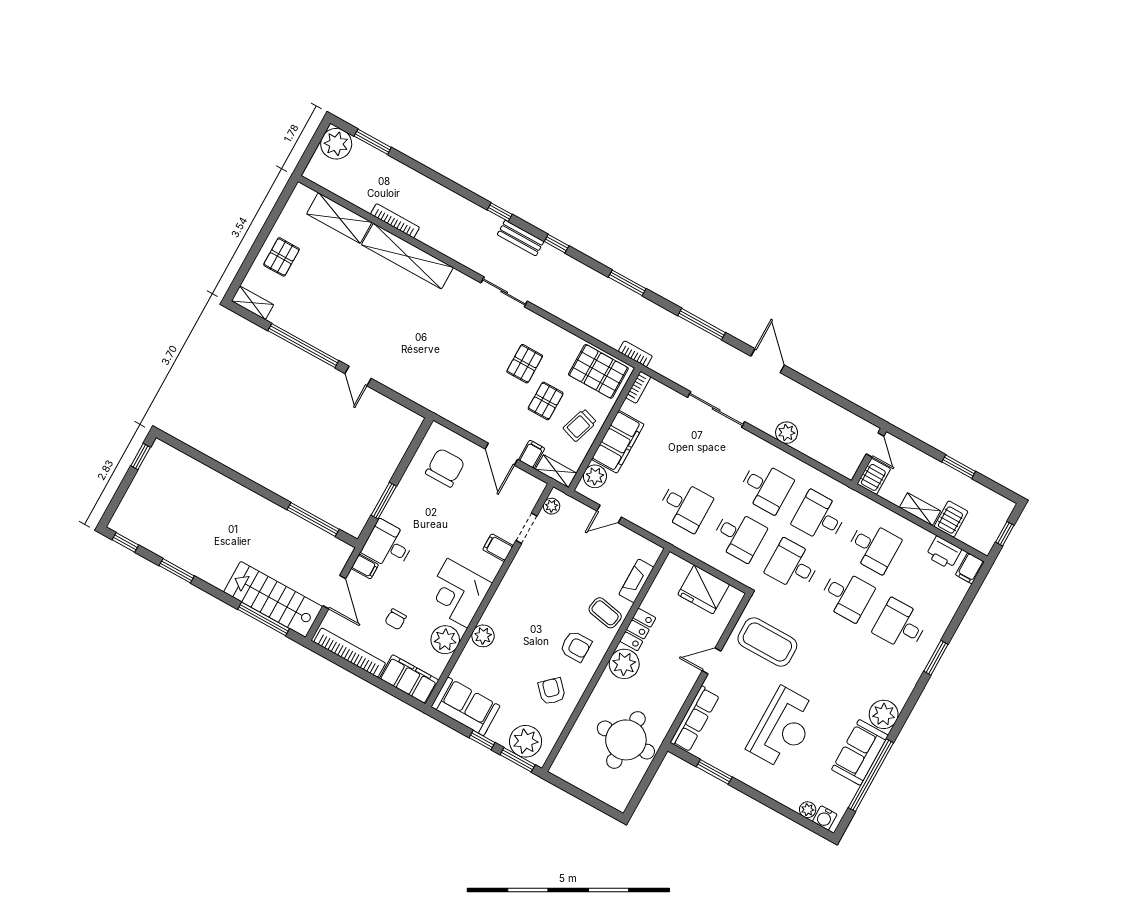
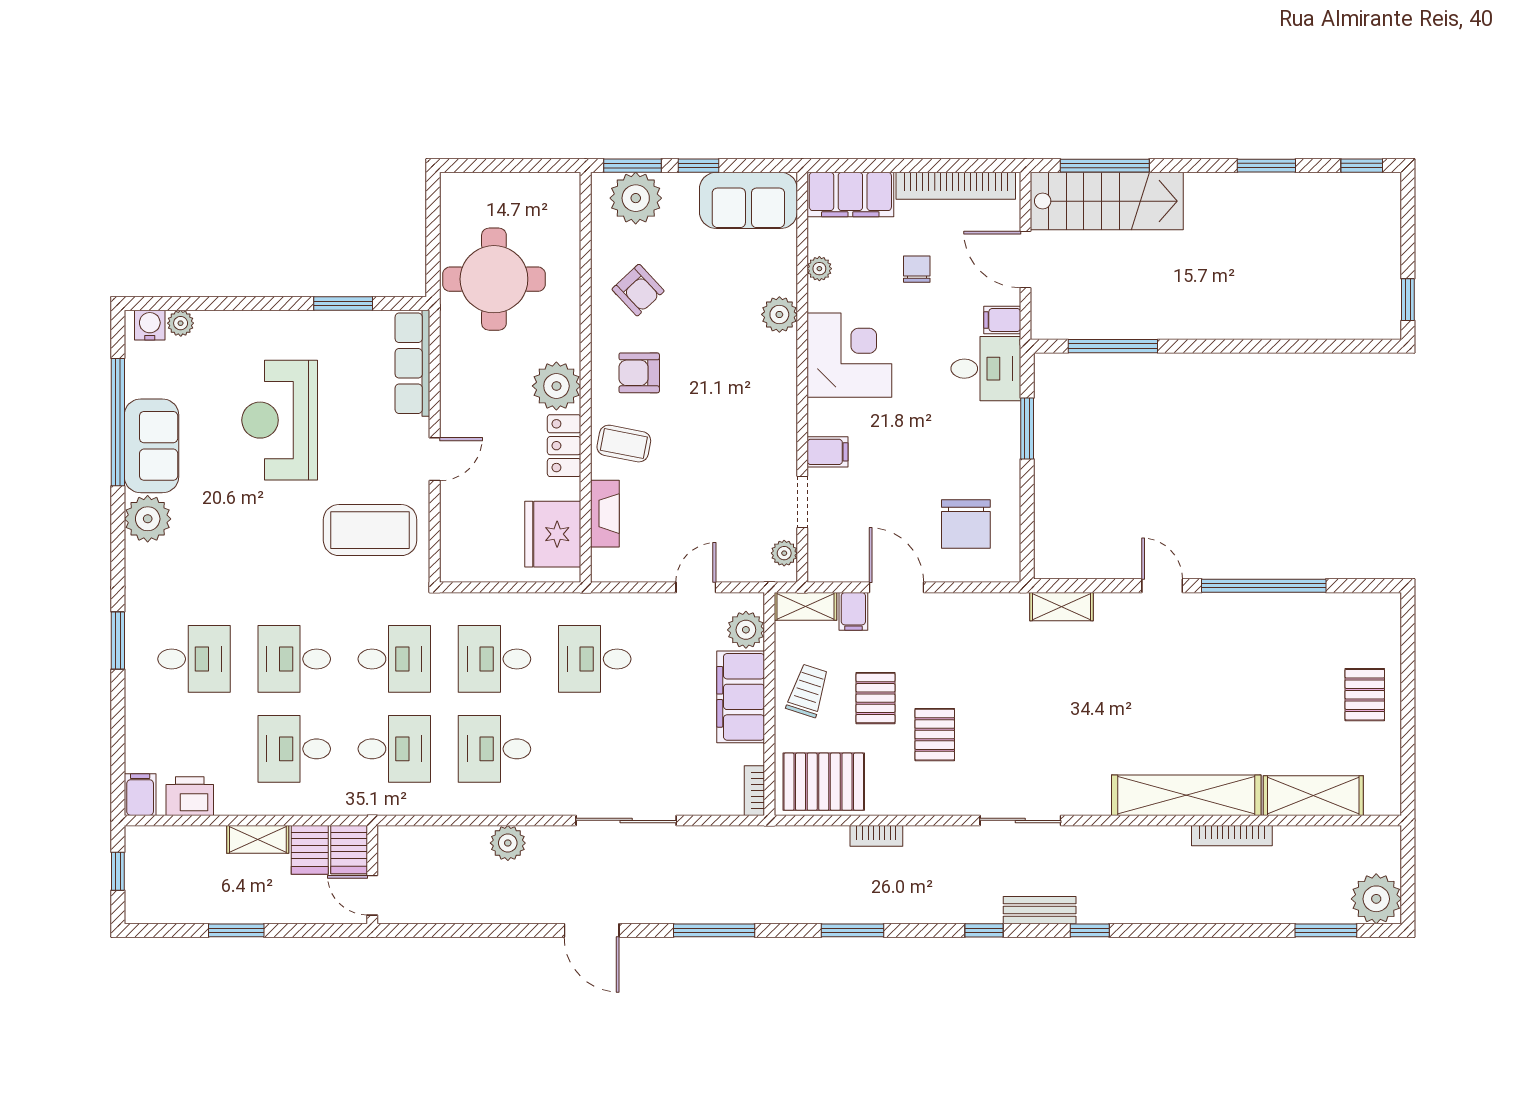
shelving: (253, 303) -> (1061, 607), moved
bookcase: (635, 354) -> (876, 836), moved
server rack: (951, 519) -> (310, 850), moved
fridge: (704, 589) -> (553, 534), moved, turned -90
plant: (445, 640) -> (819, 269), width x0.53, depth x0.53

